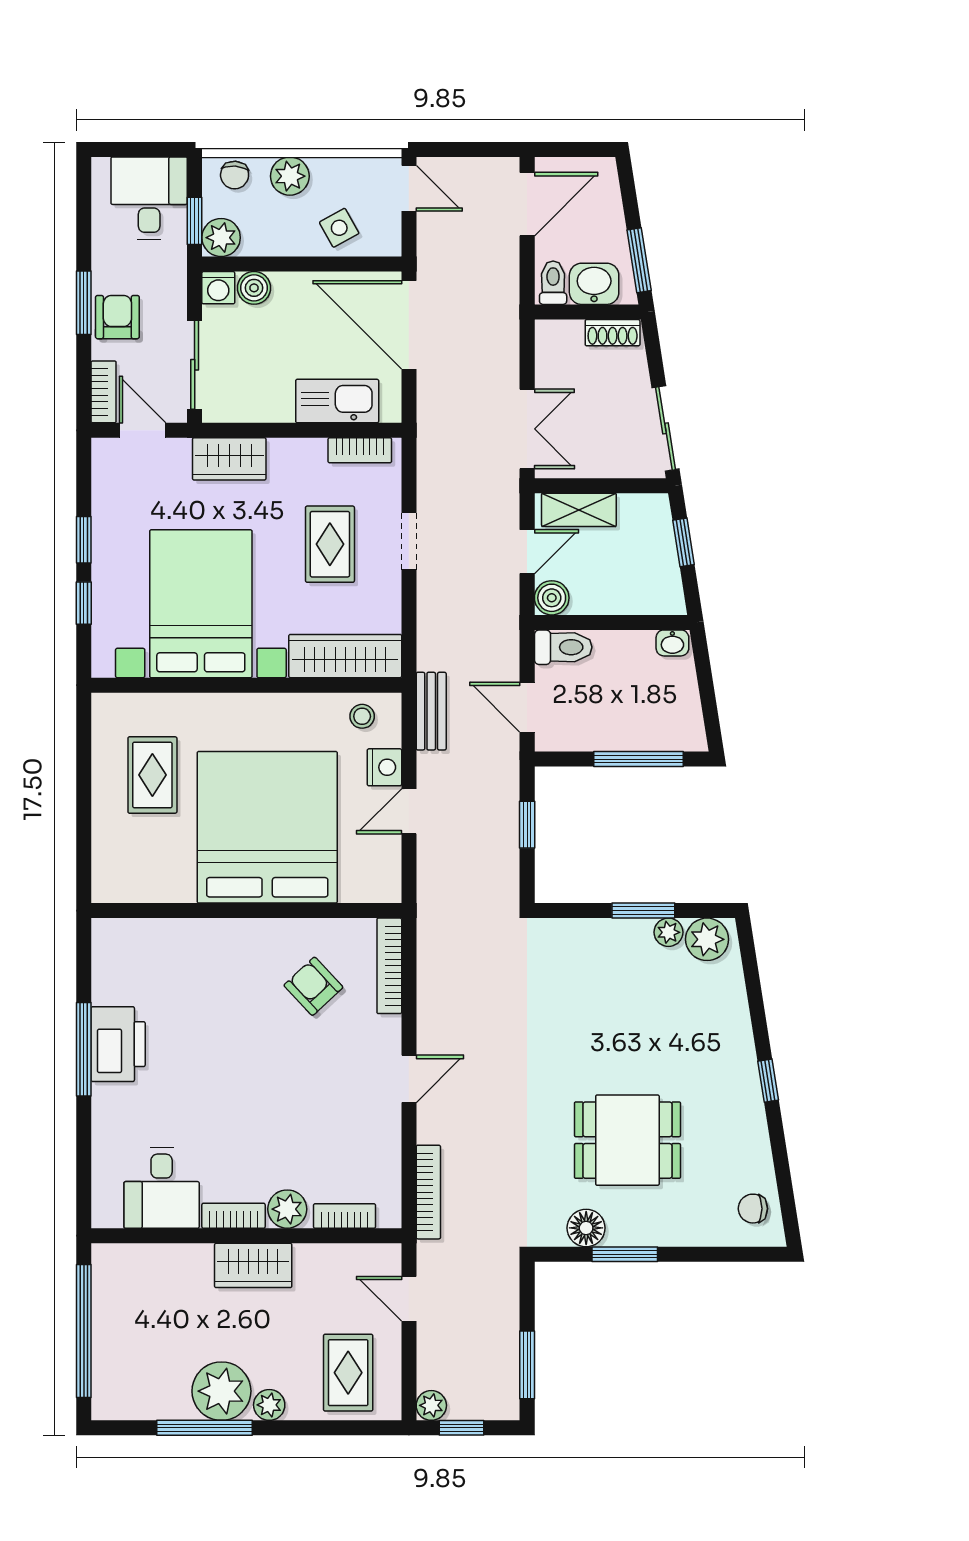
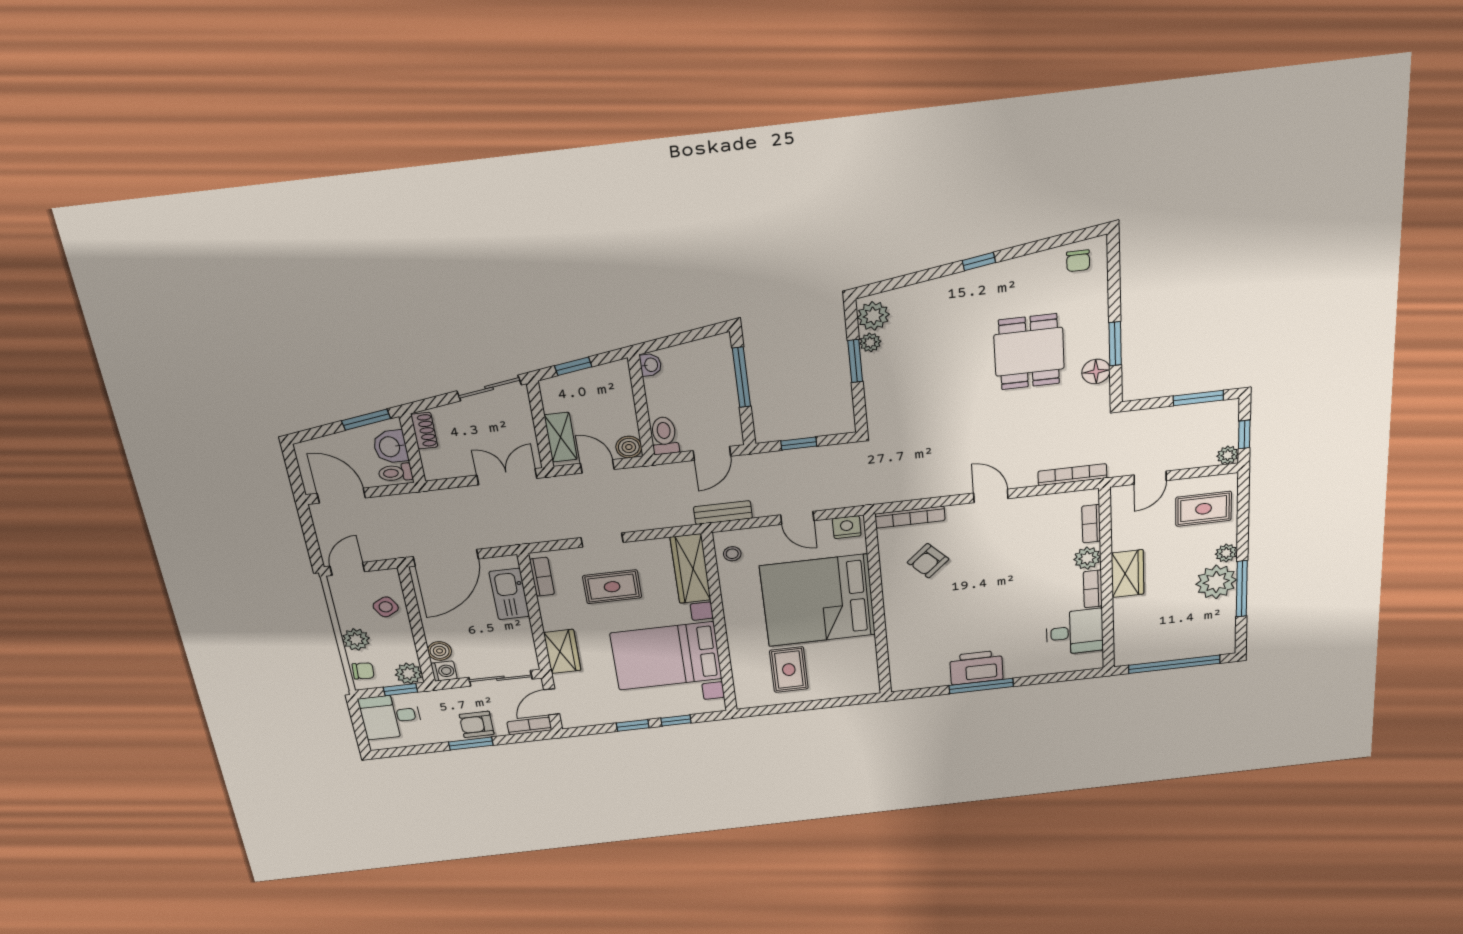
nightstand: (384, 767) -> (847, 527), moved
rug: (152, 775) -> (789, 670), turned 90

